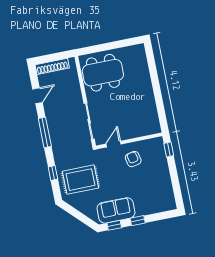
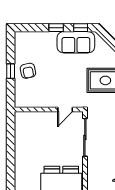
window: (169, 149) -> (11, 71), moved
armchair: (133, 159) -> (28, 71), moved

